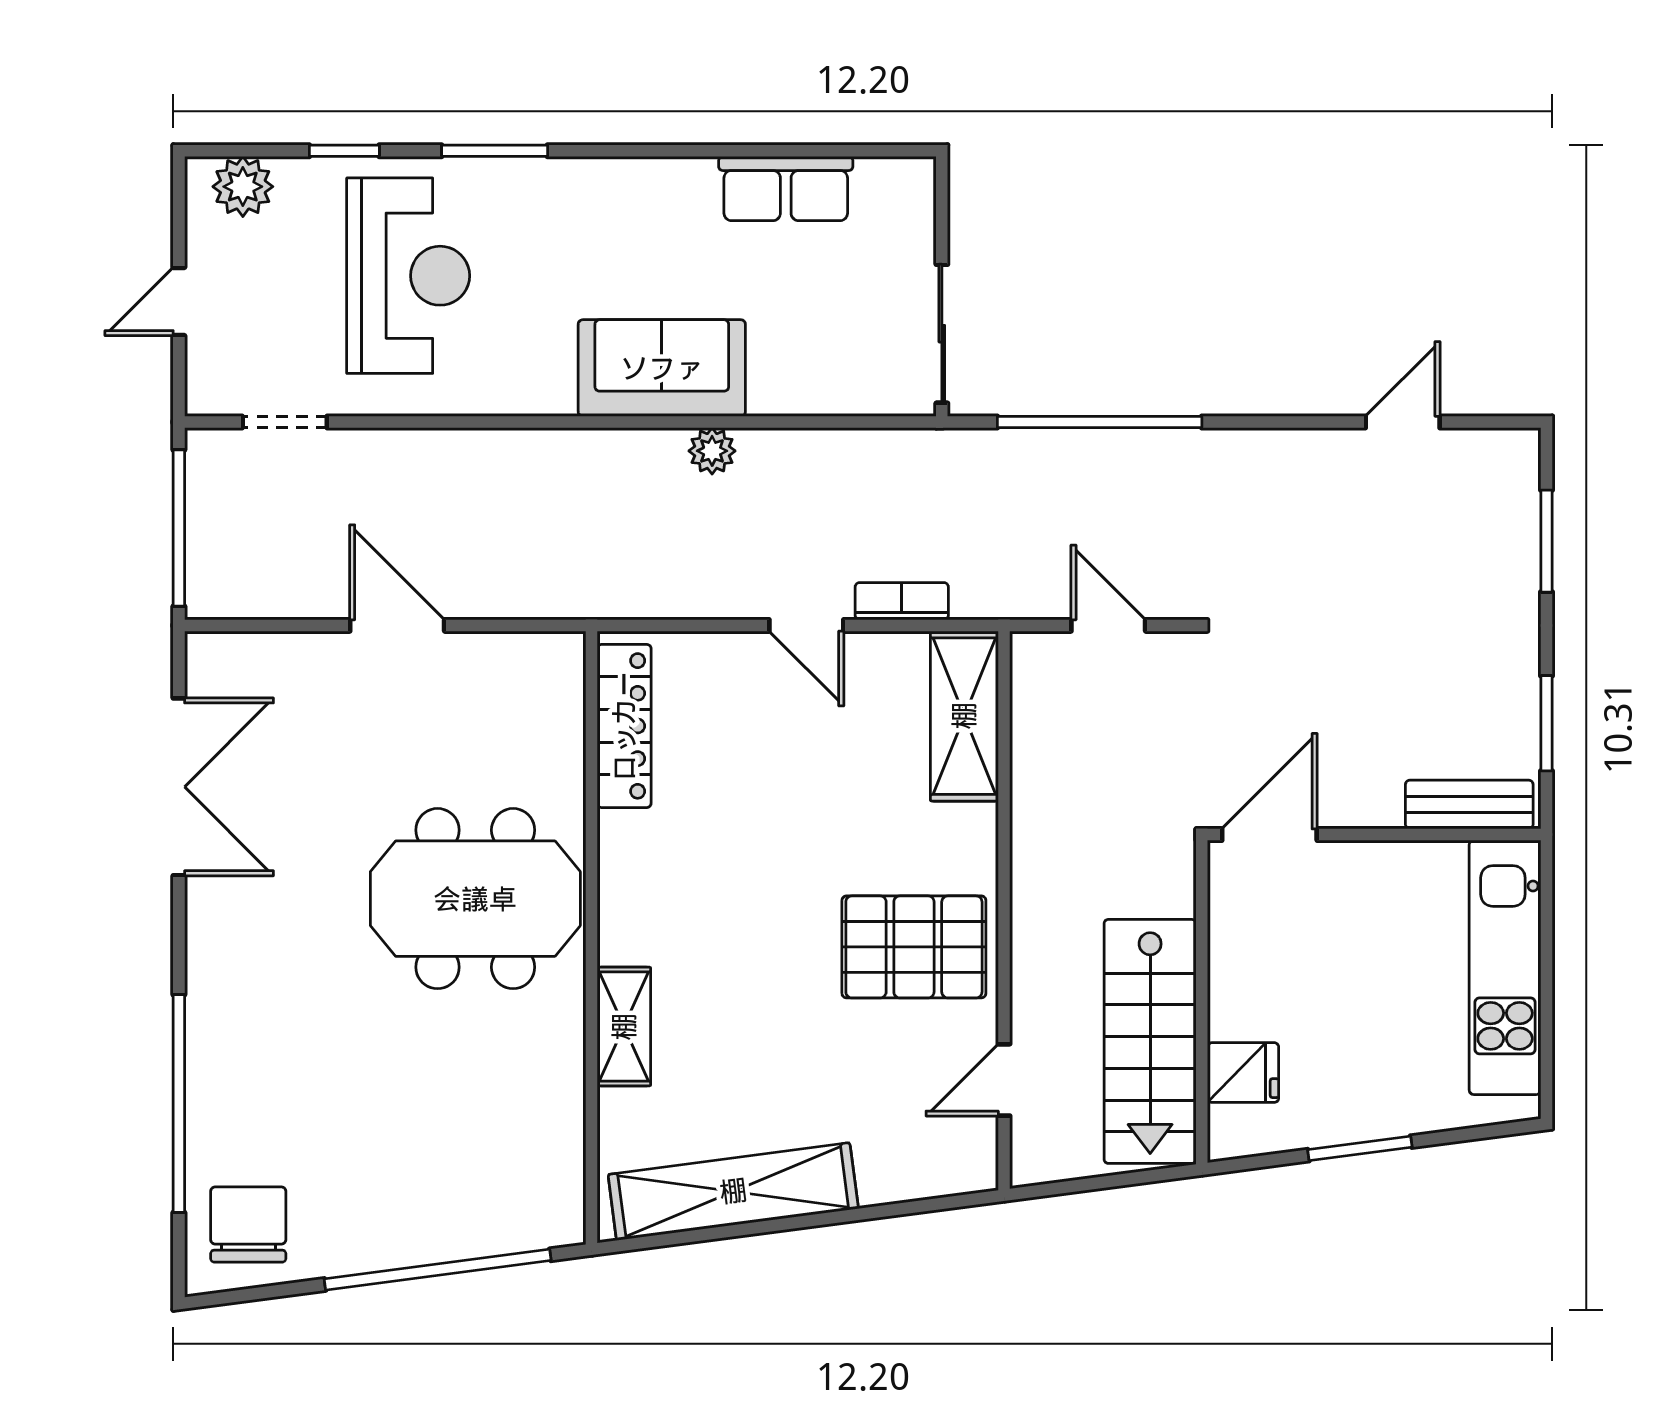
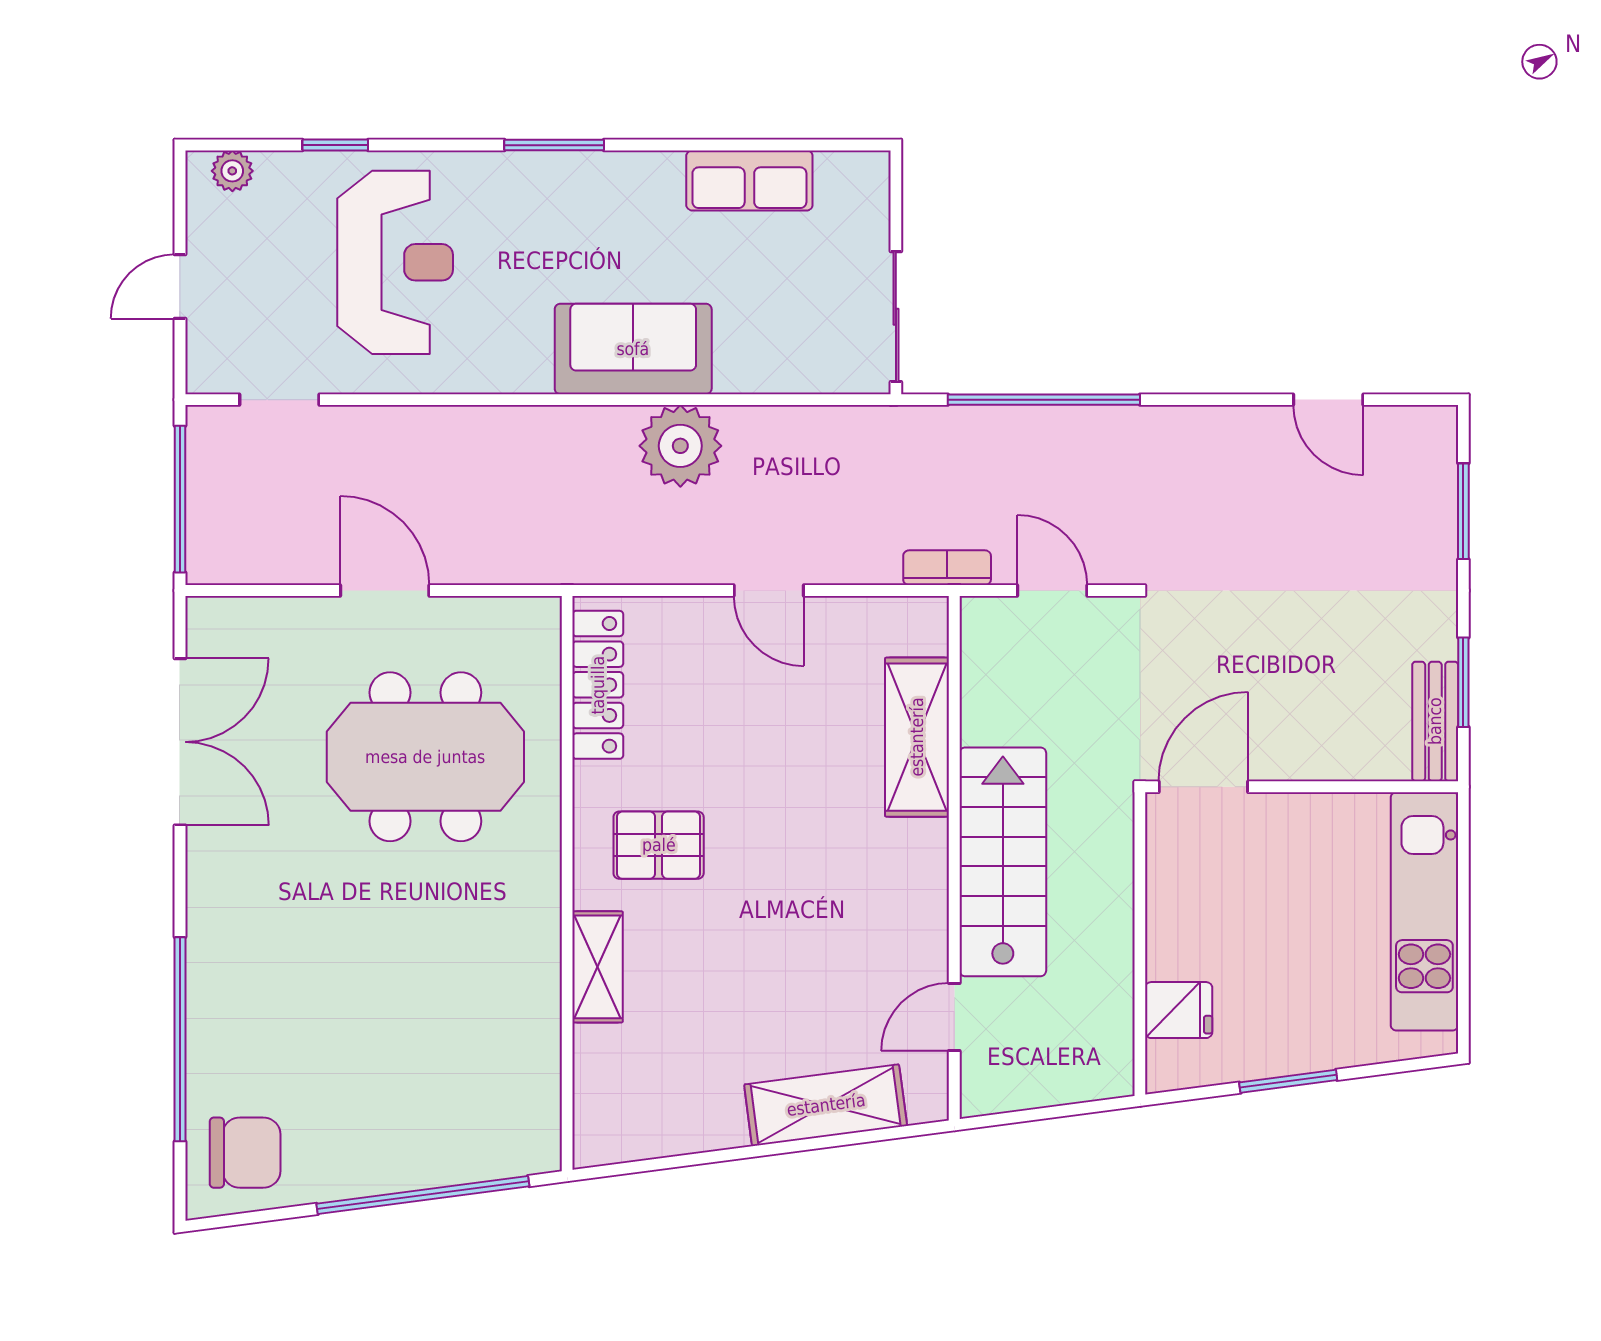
window: (495, 151) -> (554, 145), moved
plant: (243, 187) -> (232, 171), width x0.73, depth x0.73
door: (1403, 422) -> (1328, 400), swing flipped
plant: (712, 451) -> (680, 446), width x1.87, depth x1.87
bookcase: (902, 601) -> (947, 568), moved
shelving: (964, 716) -> (917, 737), moved
bench: (1469, 805) -> (1435, 721), moved, turned 90
meeting table: (475, 899) -> (425, 757), moved
pallet: (914, 947) -> (659, 845), moved, width x0.67, depth x0.71
stairs: (1150, 1041) -> (1003, 862), moved, turned 180
shelving: (733, 1191) -> (826, 1105), moved, width x0.68
chair: (248, 1225) -> (245, 1153), turned 90

